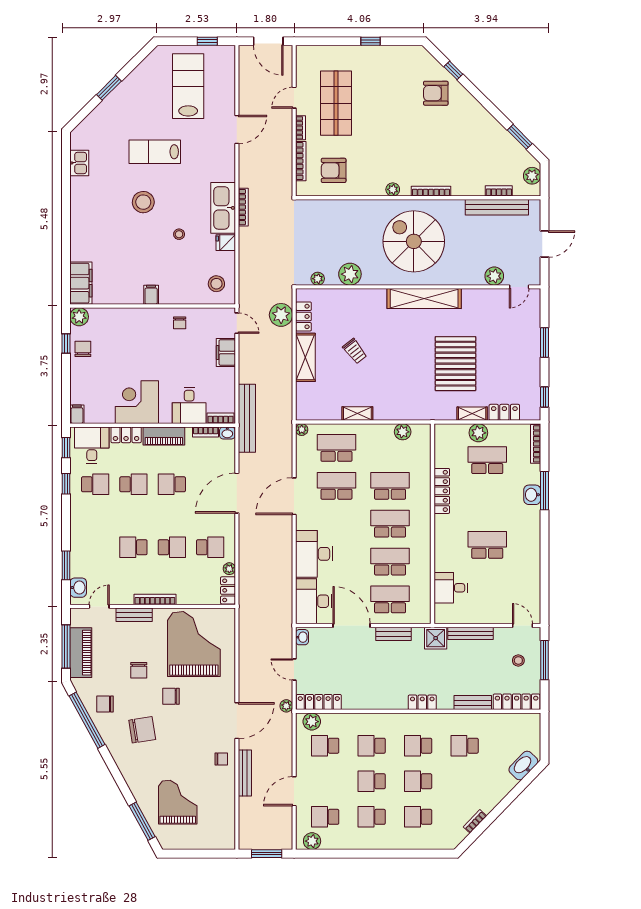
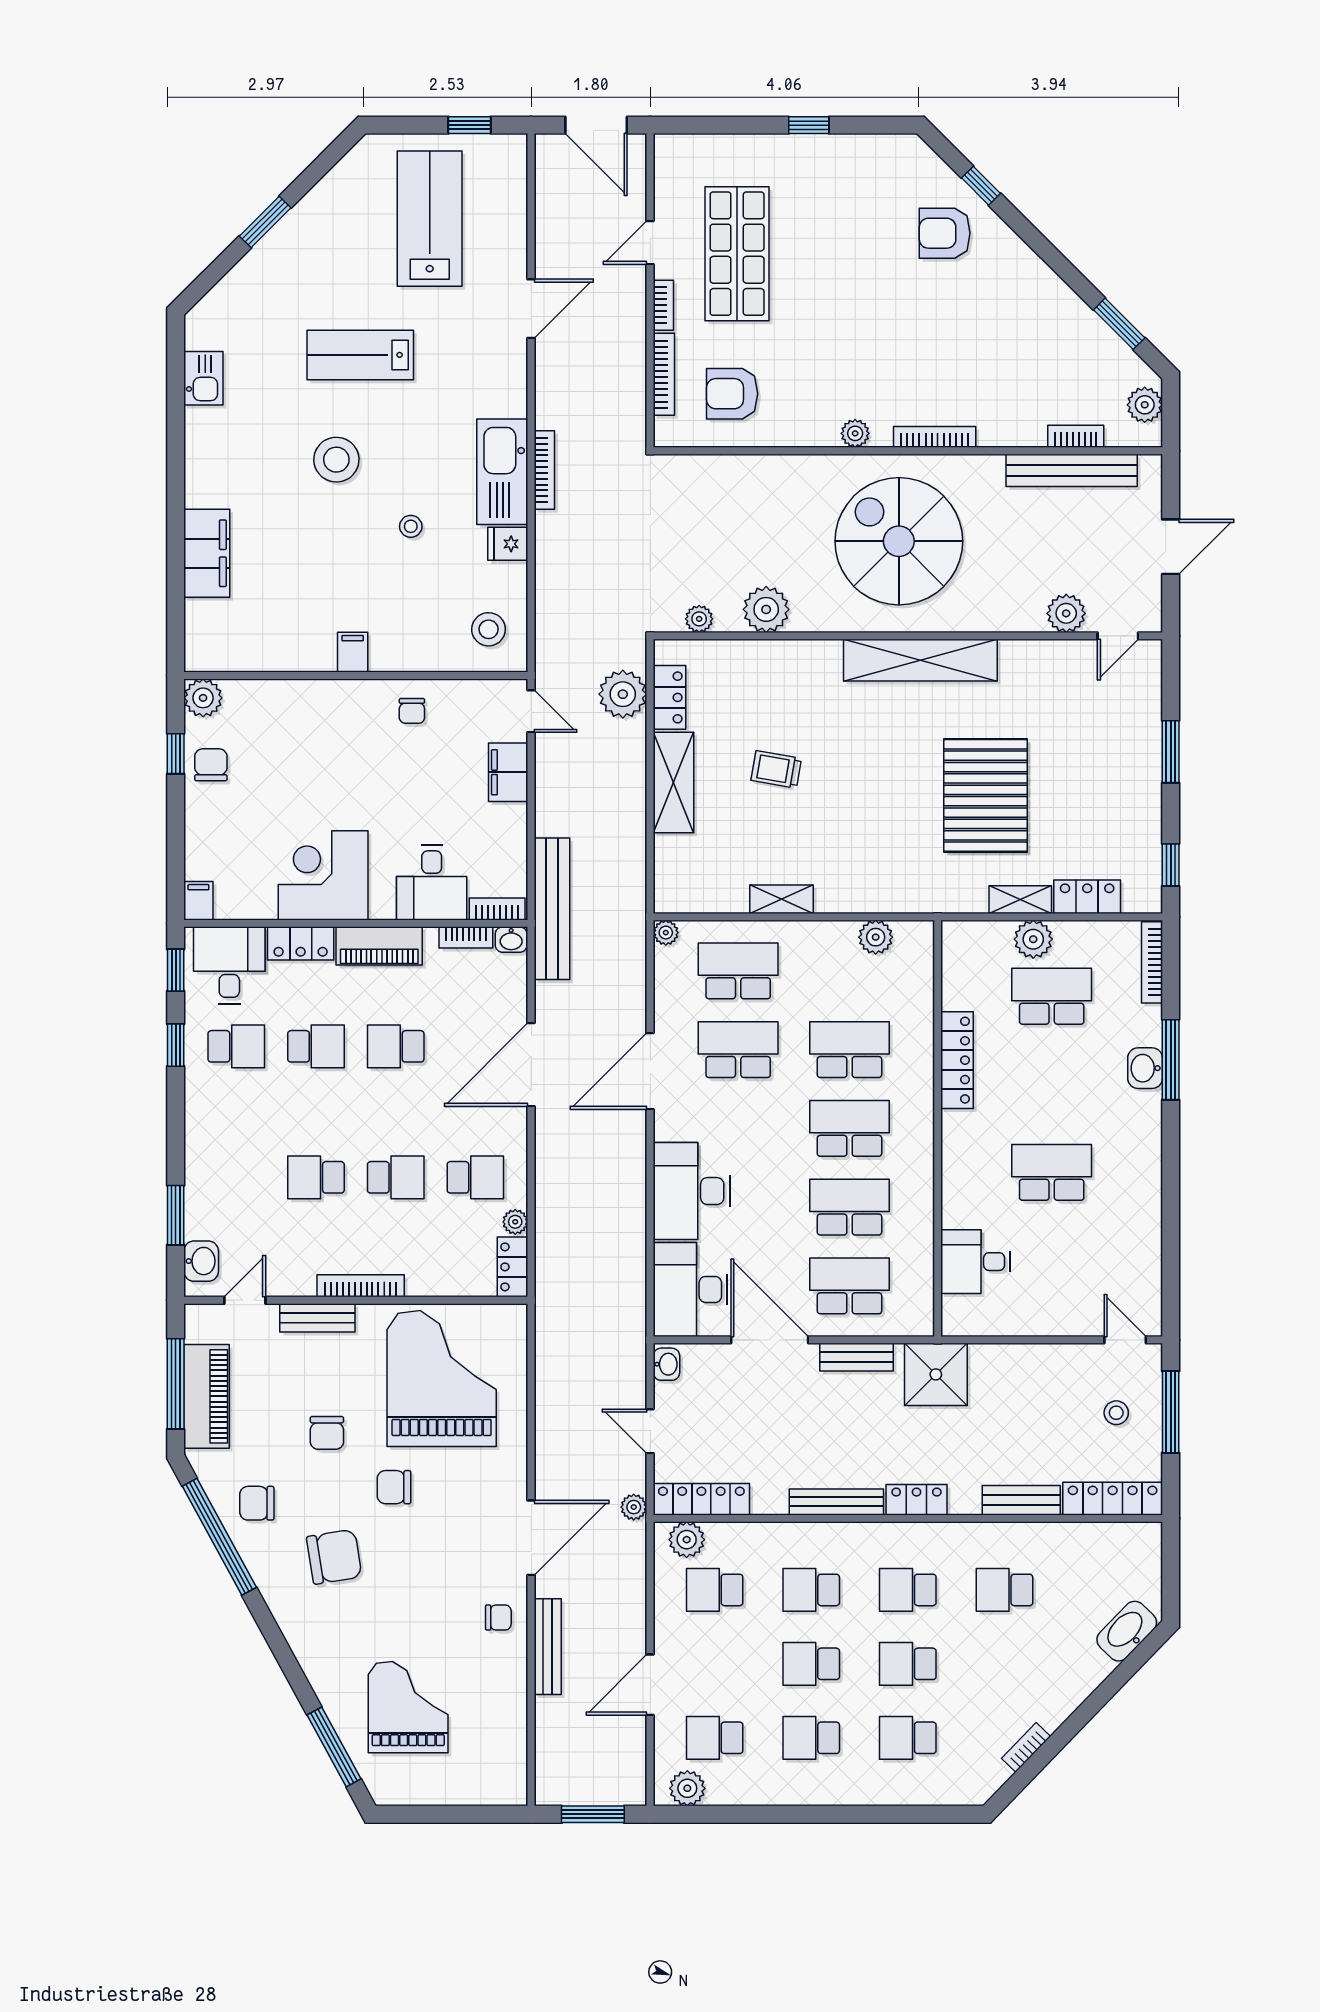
filing cabinet: (81, 283) -> (207, 553), moved
trolley: (355, 351) -> (776, 769), turned 138
bench: (470, 633) -> (836, 1502), moved
shower: (436, 638) -> (936, 1374), width x1.36, depth x1.36

